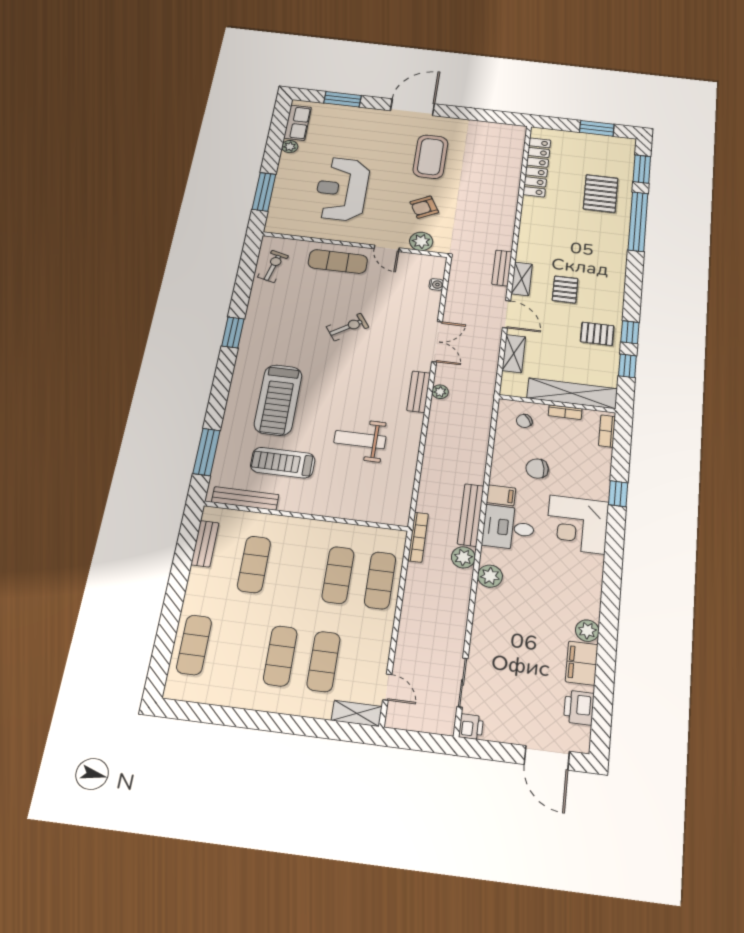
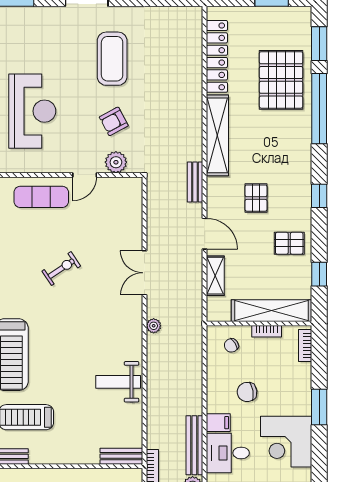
reception desk: (342, 189) -> (32, 111), turned 180
pallet: (601, 193) -> (281, 80), width x1.37, depth x1.41
door: (387, 248) -> (85, 175), hinge flipped
shelving: (522, 279) -> (217, 135), moved, width x2.20, depth x1.33
water cooler: (436, 284) -> (136, 210), removed
window: (630, 332) -> (319, 196), moved
double door: (437, 342) -> (144, 273), swing flipped
bench: (419, 392) -> (121, 456), moved, turned 90
weight bench: (360, 440) -> (118, 382), moved
window: (618, 494) -> (319, 407), width x1.50

